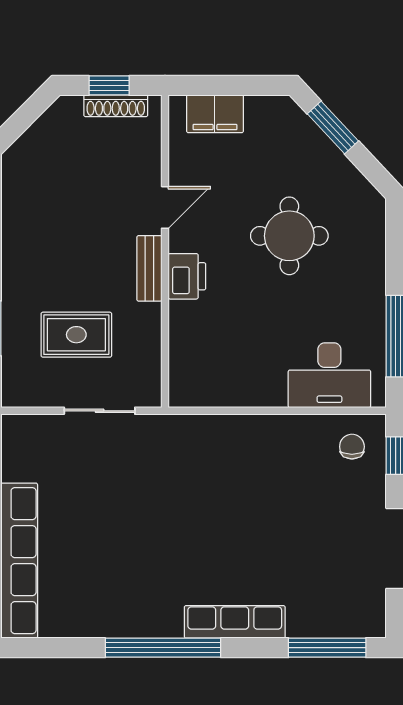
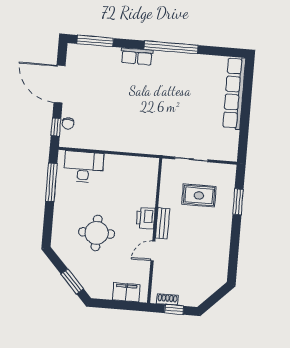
shoe rack: (116, 106) -> (167, 299), width x0.70
chair: (352, 447) -> (68, 123), moved
row of seats: (235, 622) -> (137, 56), width x0.68

